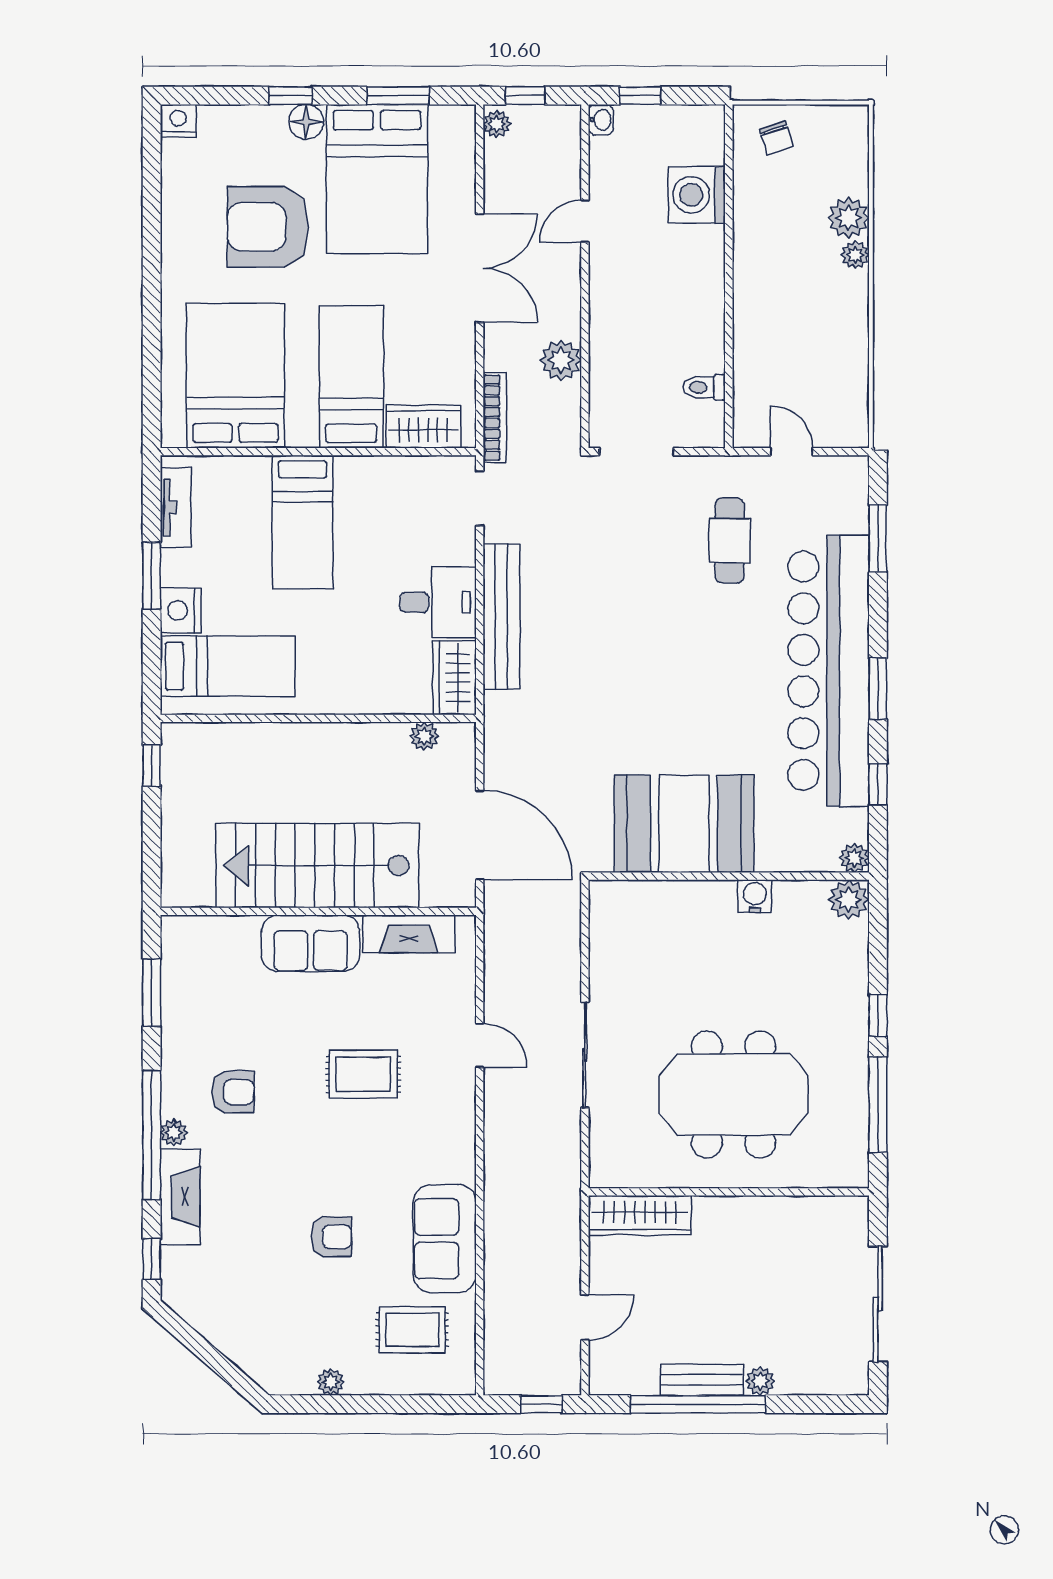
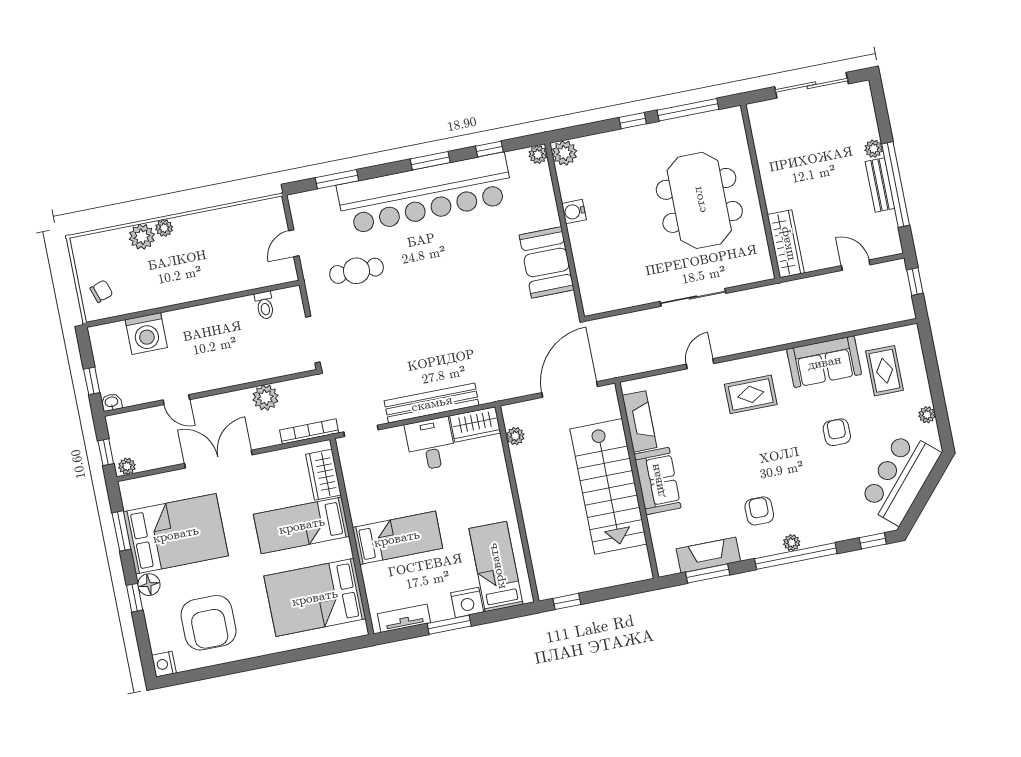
armchair: (268, 227) -> (209, 623), moved
booth: (684, 824) -> (547, 262), width x0.73, depth x0.70
rug: (363, 1074) -> (751, 394), moved, turned 90
fireplace: (180, 1197) -> (708, 555), moved
bar counter: (241, 1321) -> (900, 478), added

